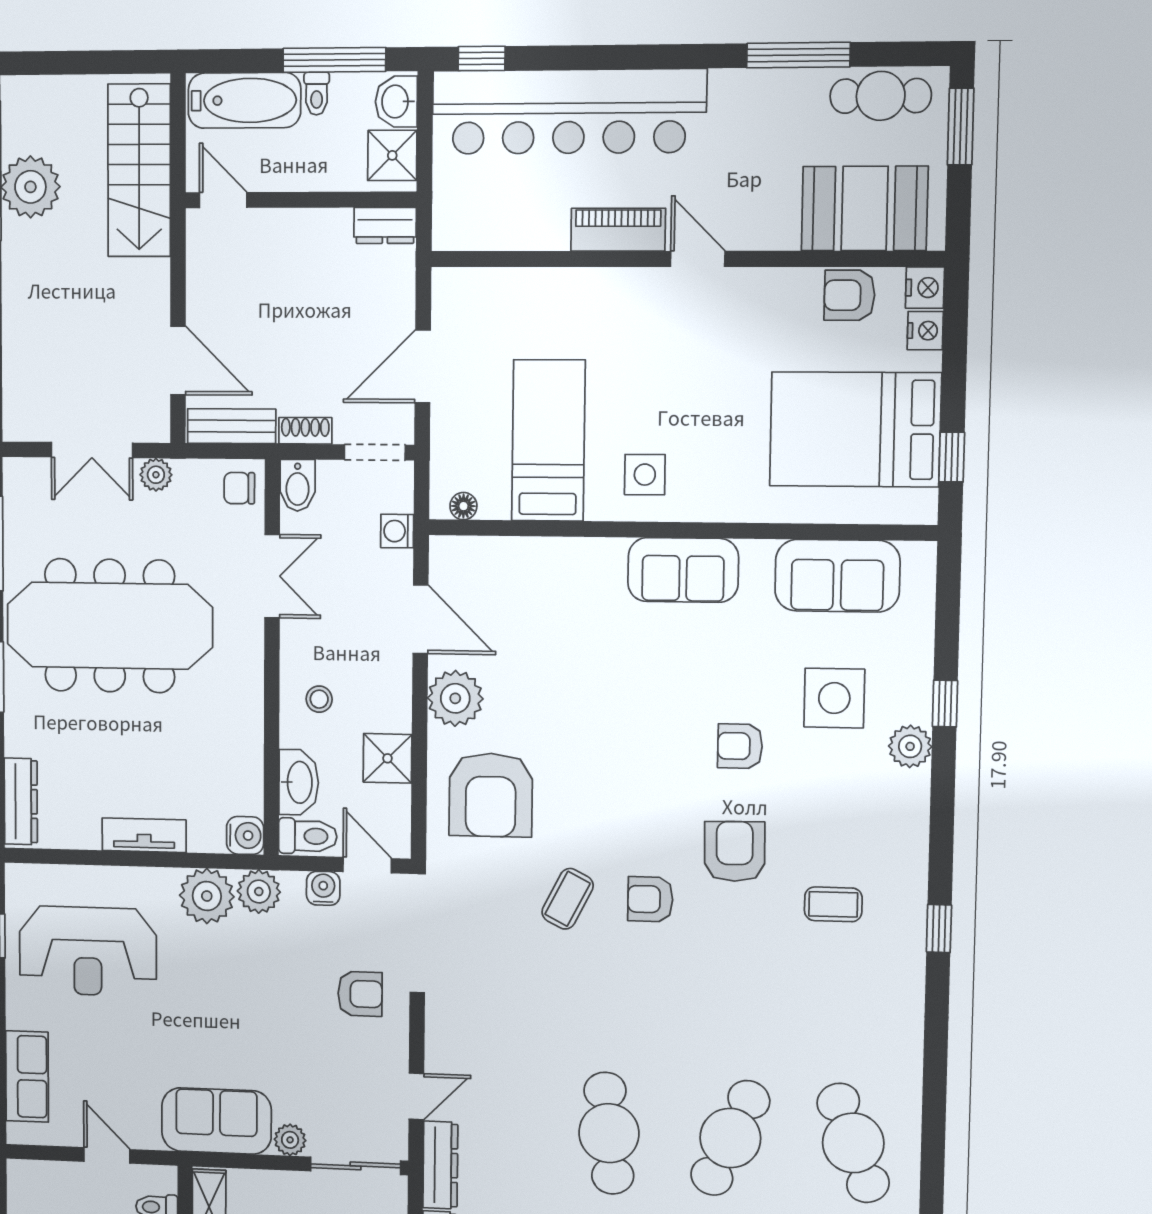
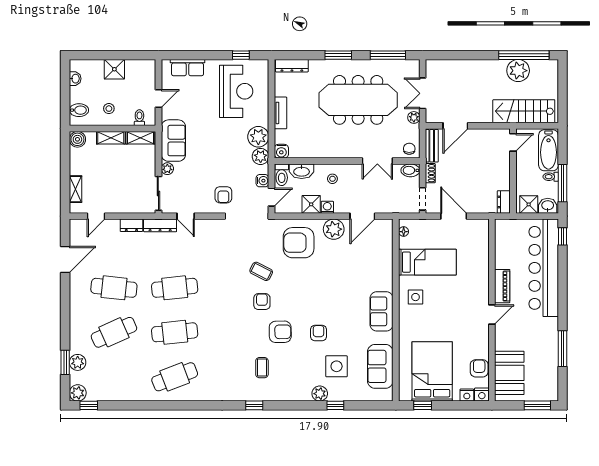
cafe table: (881, 96) -> (548, 378), removed
washing machine: (397, 531) -> (327, 207), moved
meeting table: (110, 626) -> (358, 100), turned 90
reception desk: (88, 951) -> (236, 91), turned 180
cafe table: (730, 1138) -> (175, 332), turned -30

